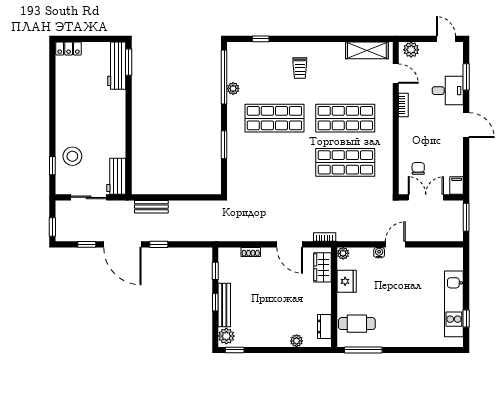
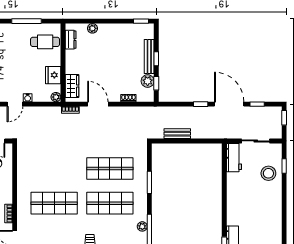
shop shelf: (345, 162) -> (110, 168), moved
bench: (151, 207) -> (177, 134), moved
plant: (226, 336) -> (148, 81), moved
window: (363, 350) -> (26, 21), moved

